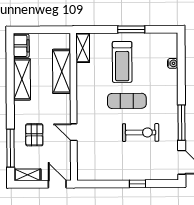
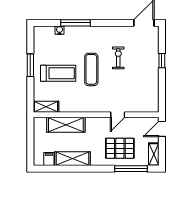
filing cabinet: (21, 46) -> (49, 159), width x0.50
window: (182, 123) -> (75, 23), moved
exercise bike: (141, 132) -> (118, 58), width x0.73, depth x0.72
pallet: (34, 135) -> (120, 148), width x1.50, depth x1.42

